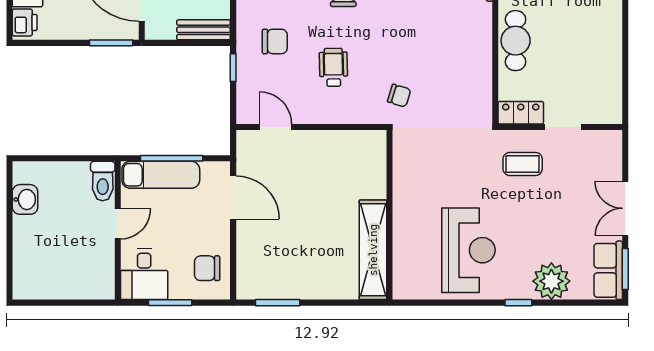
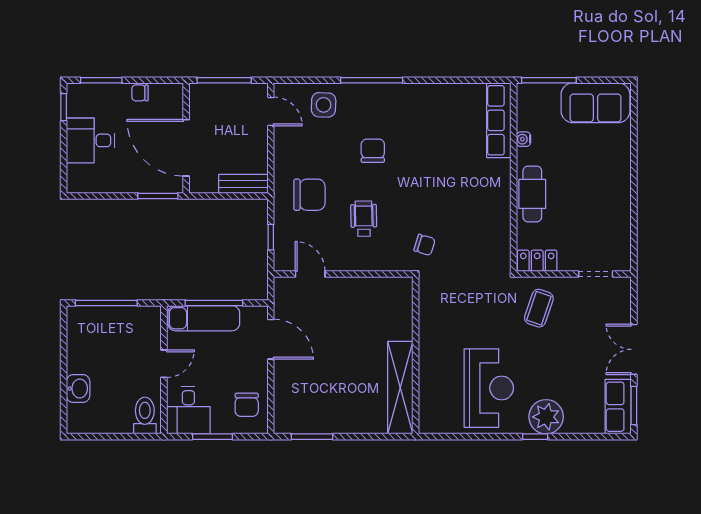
printer: (25, 22) -> (78, 177), removed
chair: (275, 41) -> (309, 195), width x1.37, depth x1.37
window: (233, 68) -> (271, 237), moved
doorway: (563, 127) -> (596, 274), moved
window: (55, 158) -> (106, 303), added
coffee table: (523, 164) -> (539, 308), turned -71
toilet: (103, 181) -> (145, 416), moved, turned 180
washbasin: (25, 199) -> (78, 389), moved
chair: (207, 268) -> (247, 405), turned -90
plant: (551, 281) -> (546, 417), moved

